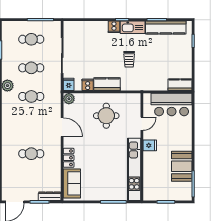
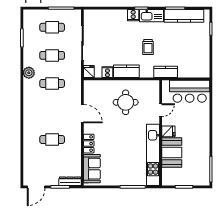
kitchen counter: (180, 85) -> (166, 72), moved
plant: (69, 99) -> (89, 86), removed
booth: (182, 166) -> (172, 152), moved

